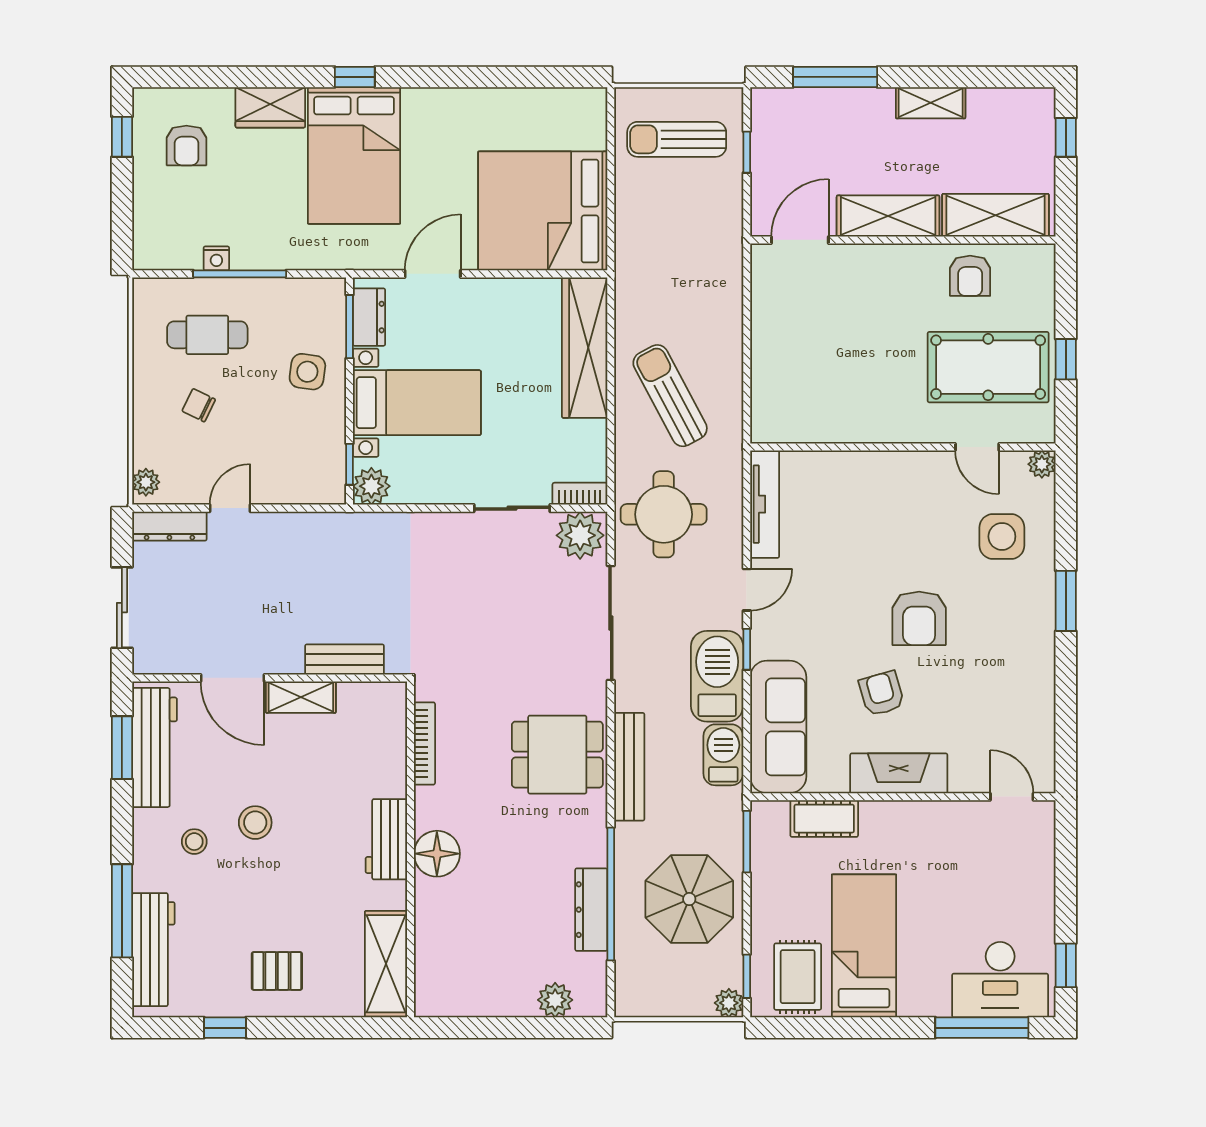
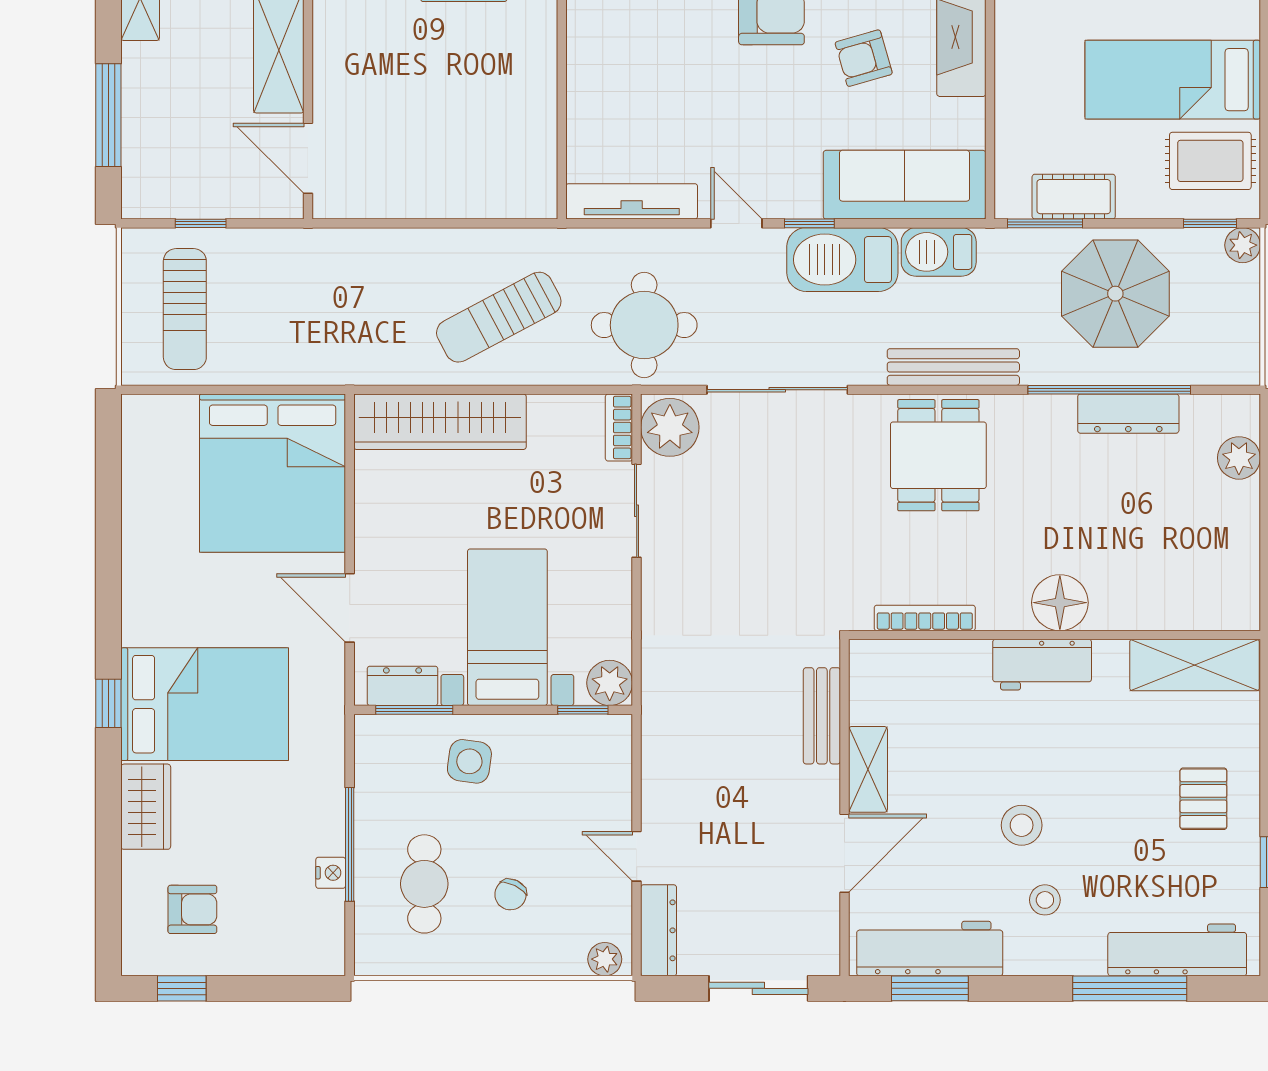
cot: (824, 819) -> (1074, 197), moved, turned 90

